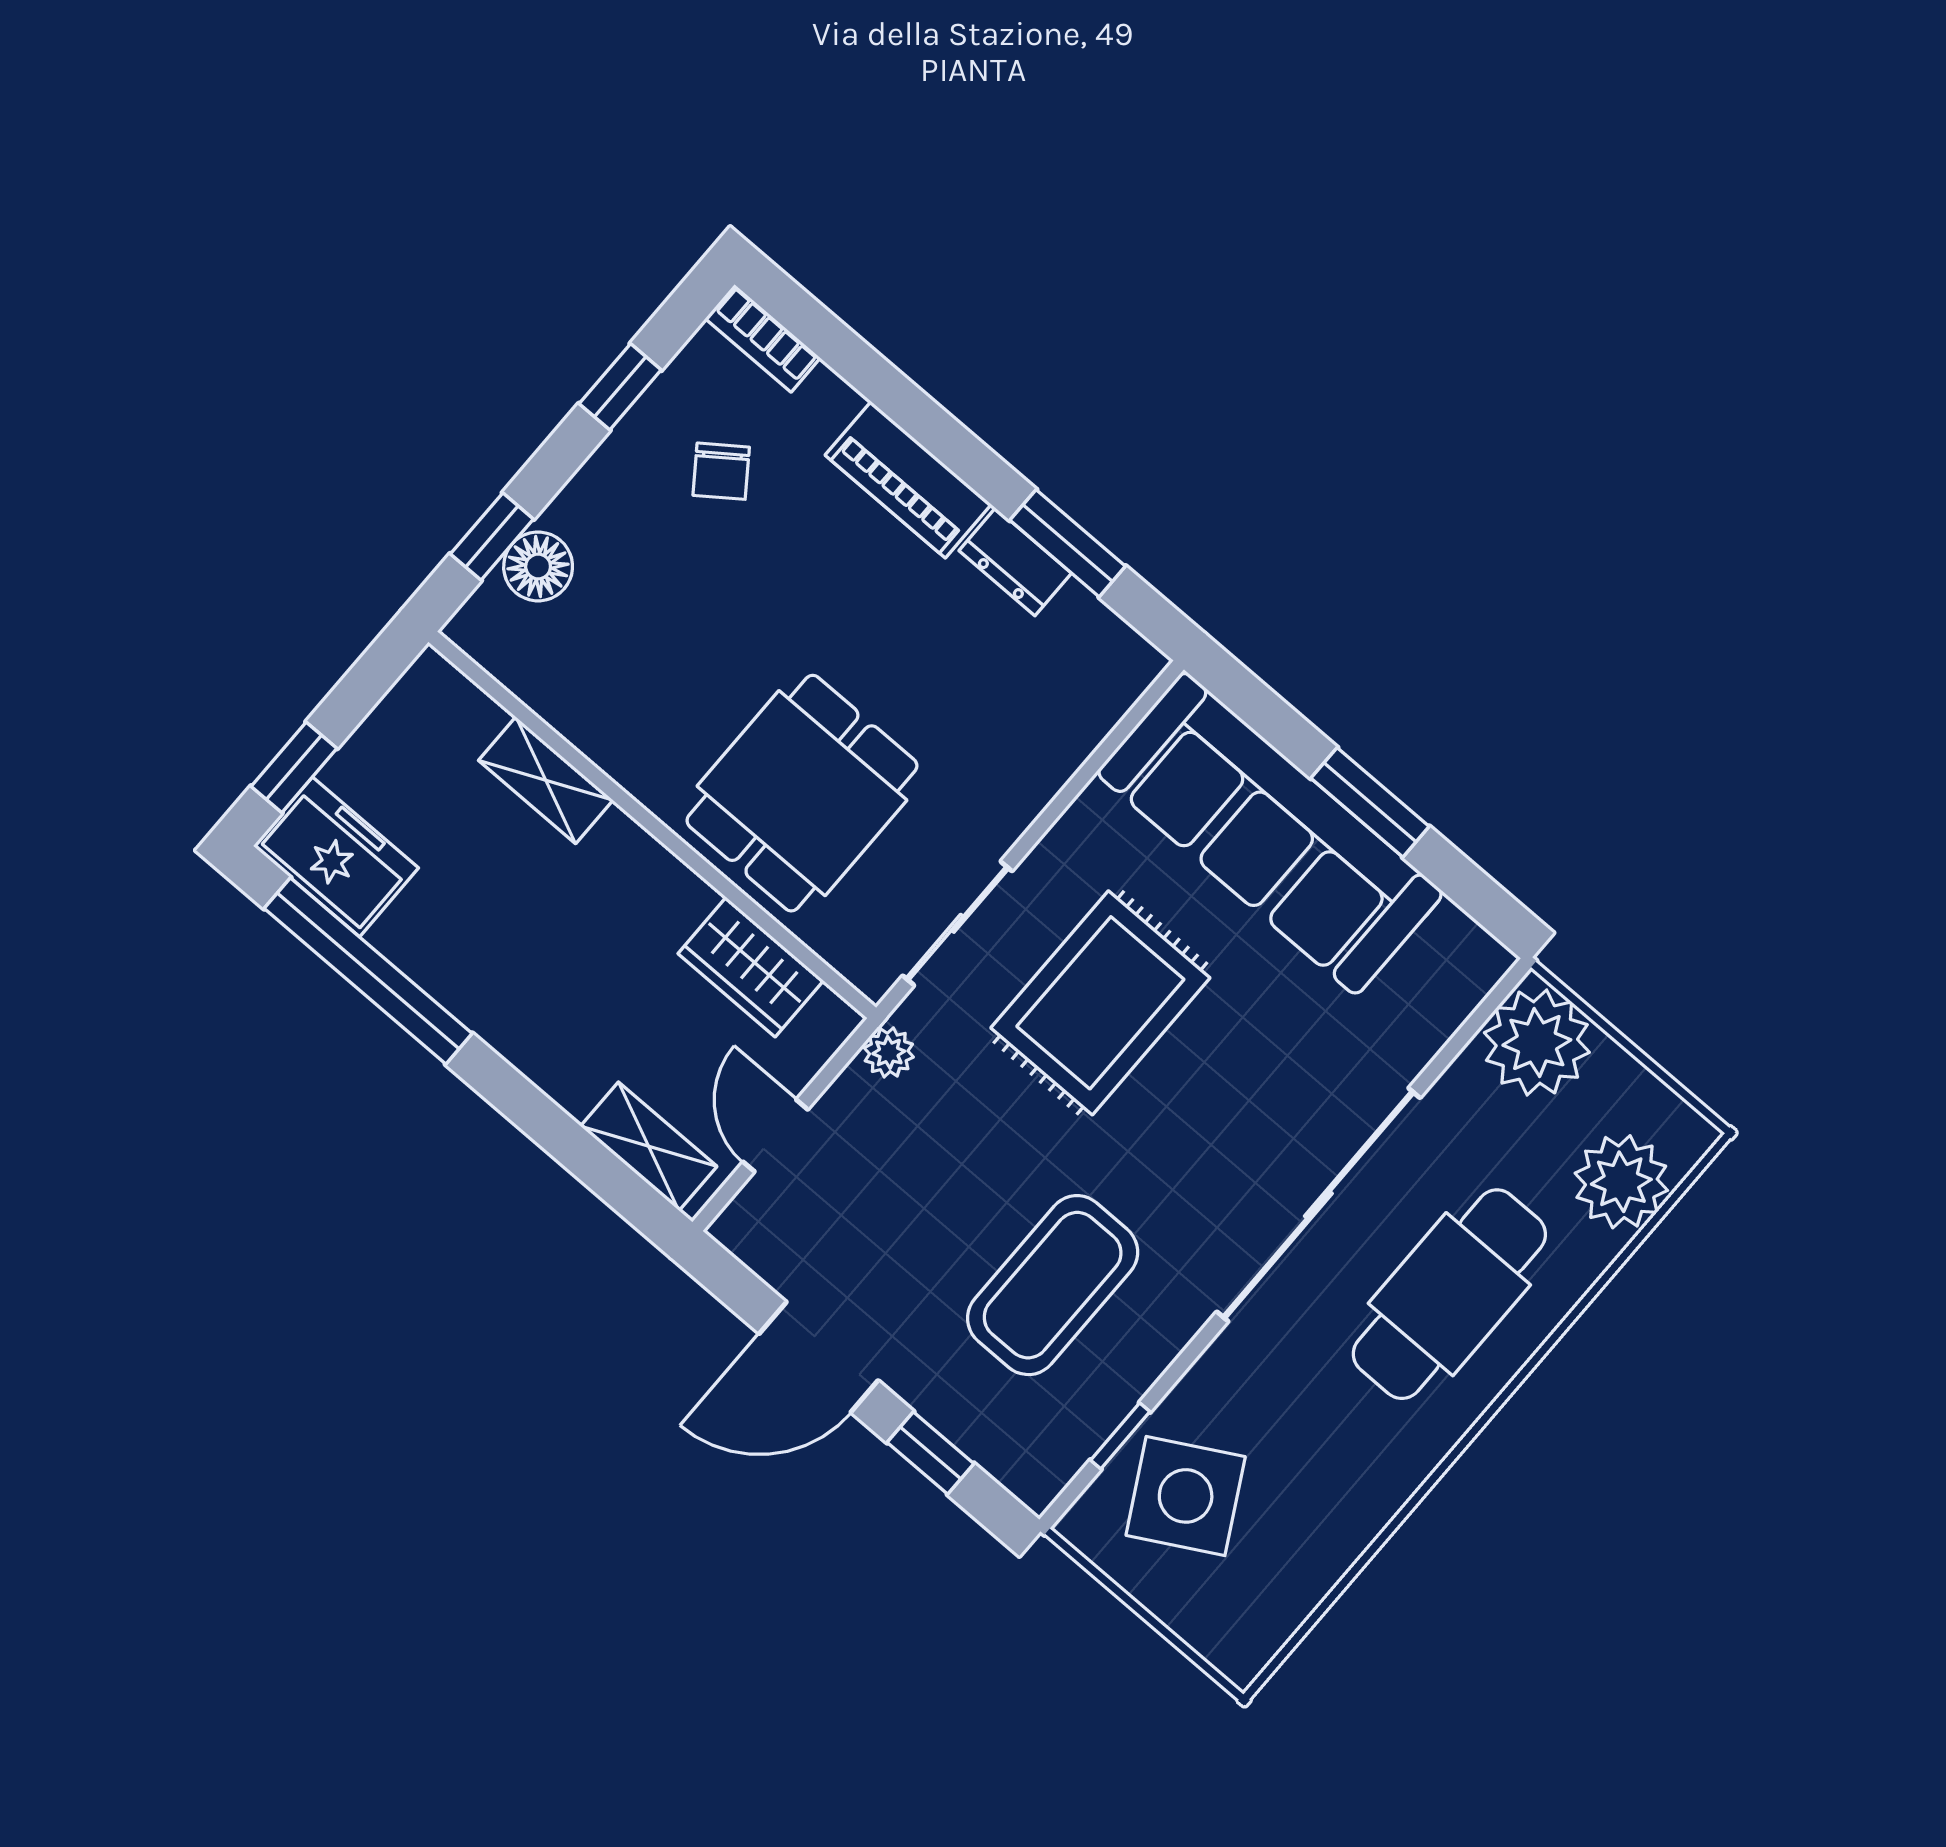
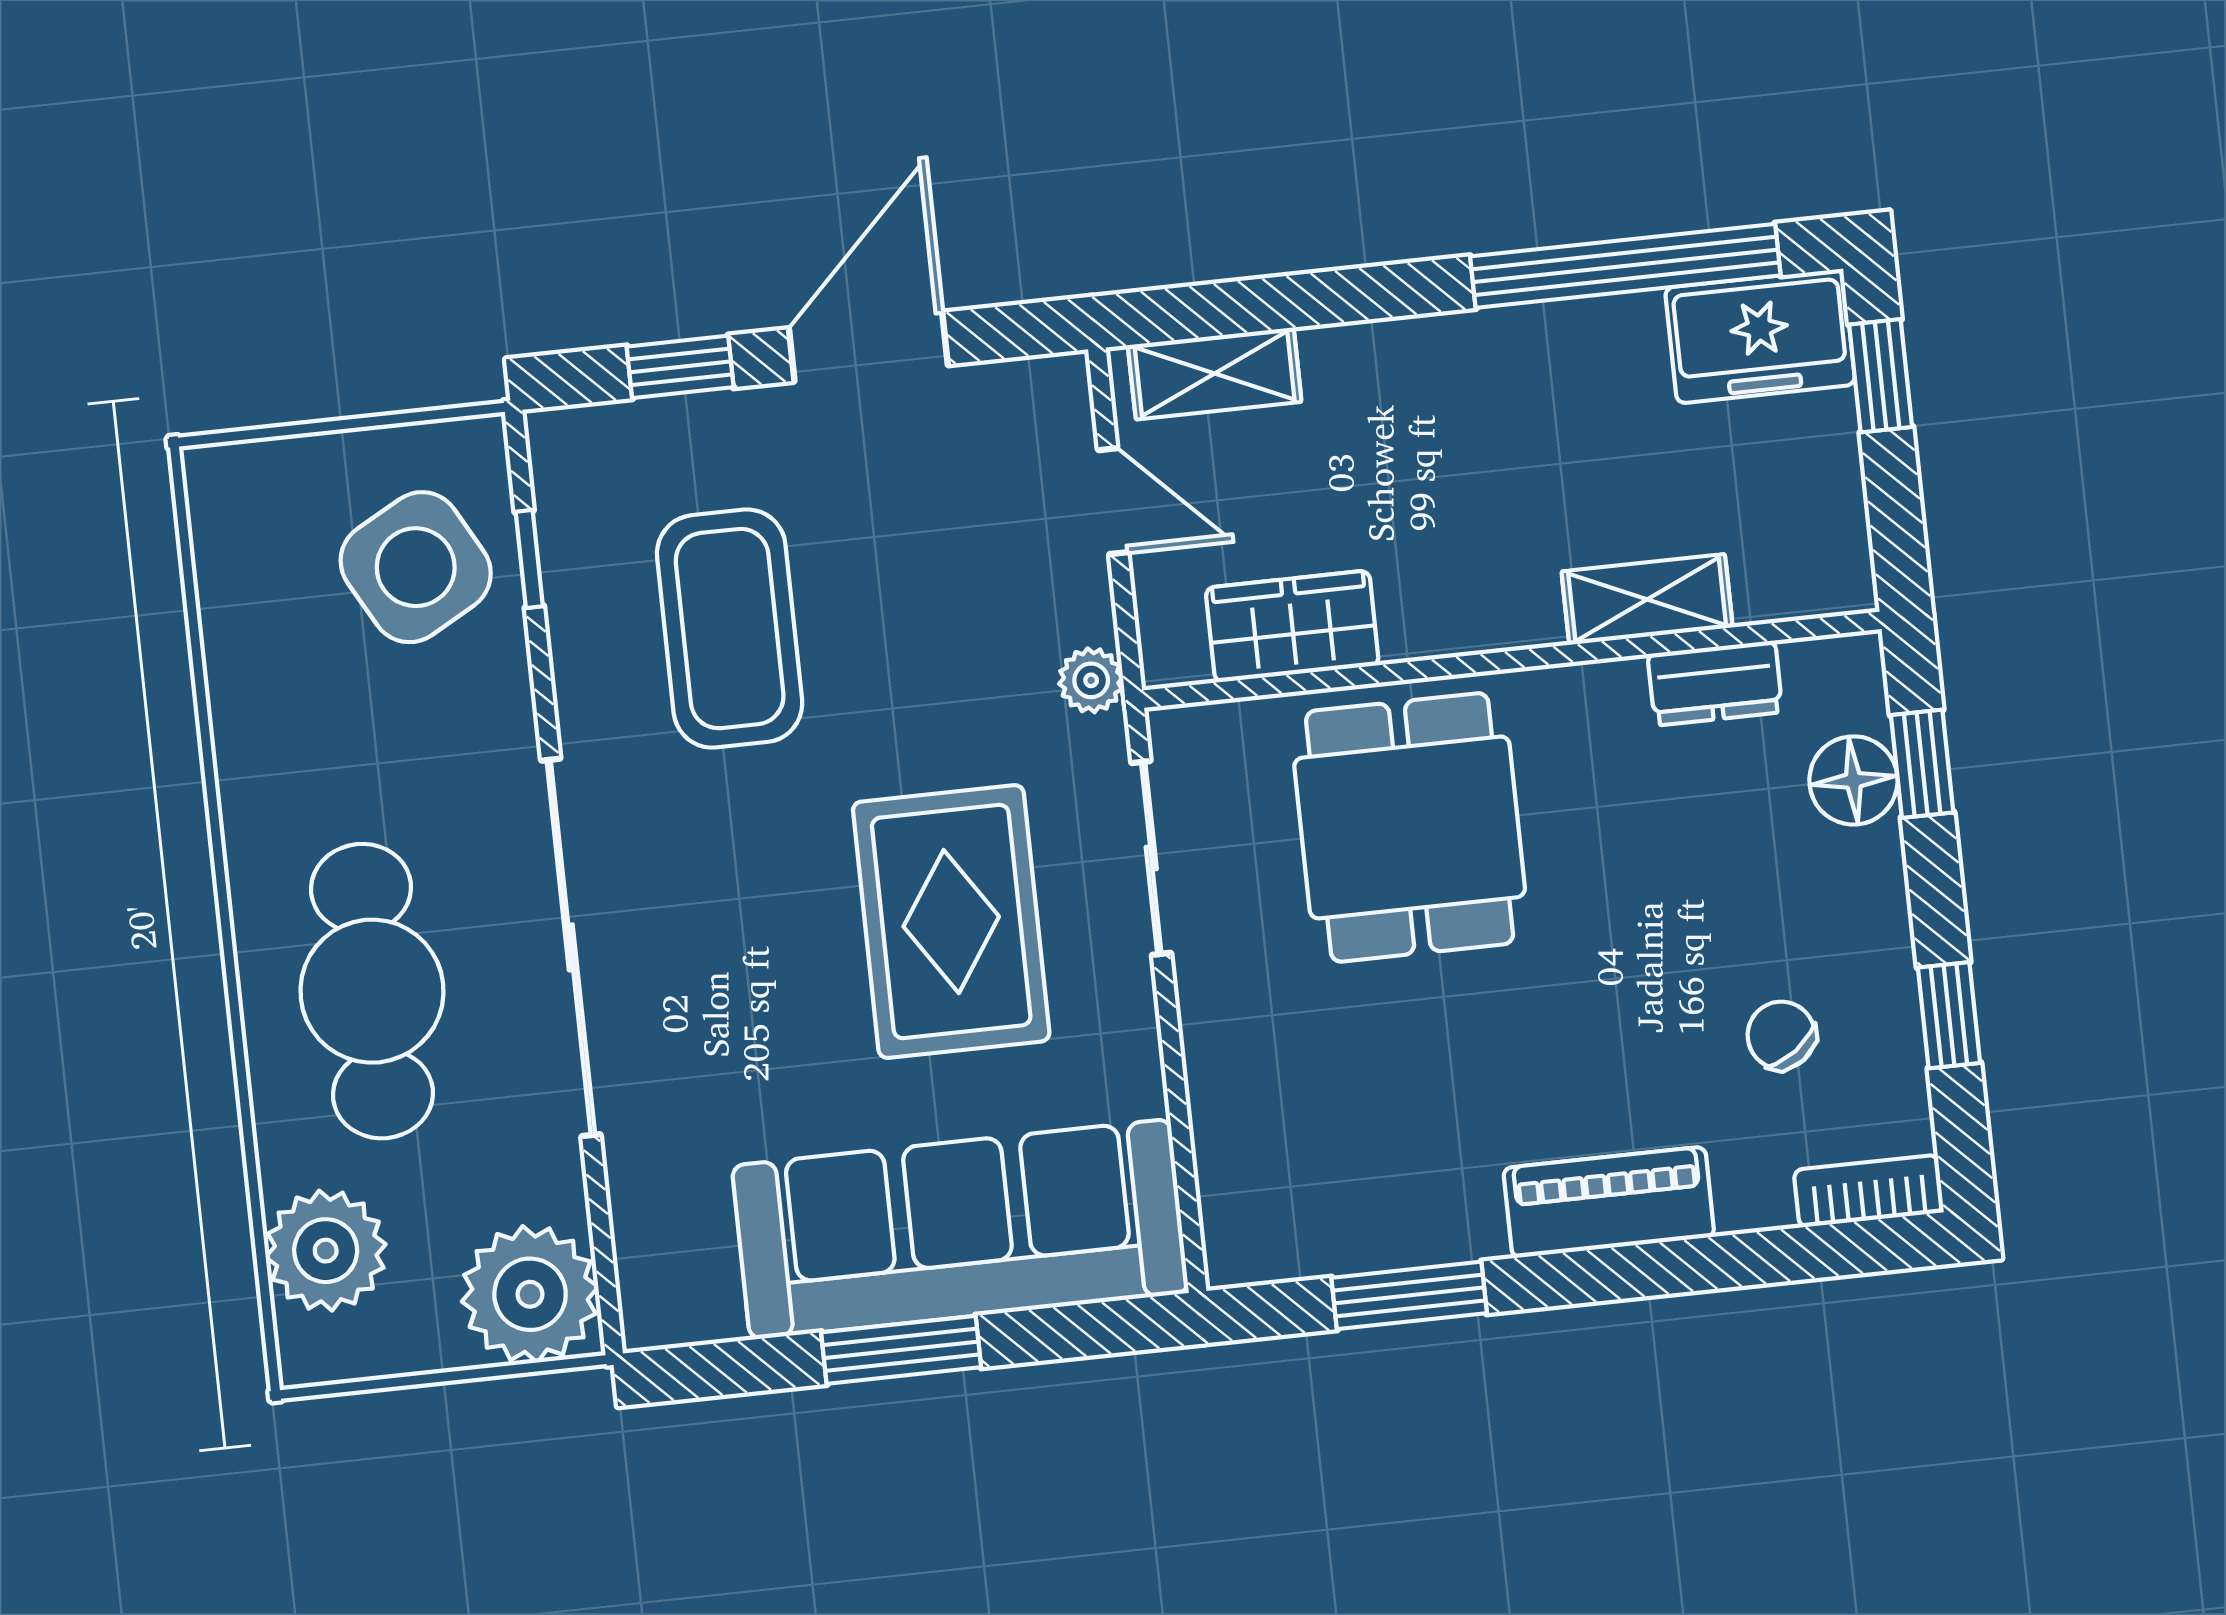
dresser: (1015, 562) -> (1715, 683), moved, turned 180

